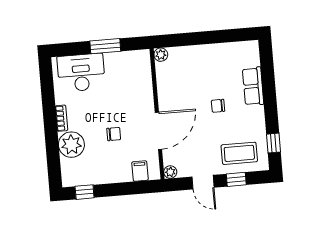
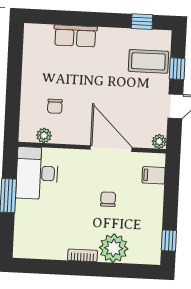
plant: (161, 55) -> (44, 135), moved
desk: (81, 73) -> (37, 173), moved
chair: (218, 106) -> (55, 106), moved
coffee table: (239, 153) -> (148, 61), turned 90

